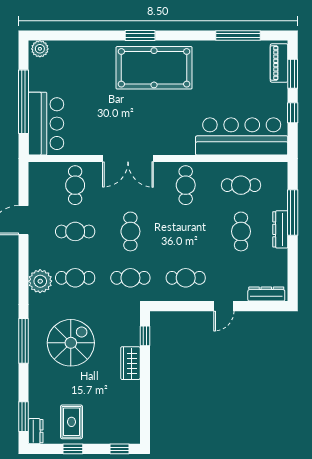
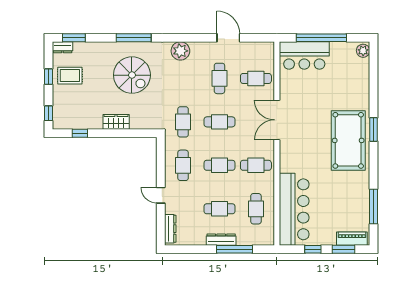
cafe table: (75, 278) -> (219, 165), moved, turned 90
window: (145, 336) -> (80, 133), moved

